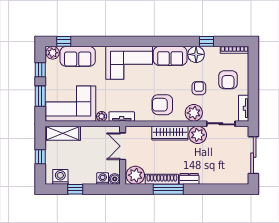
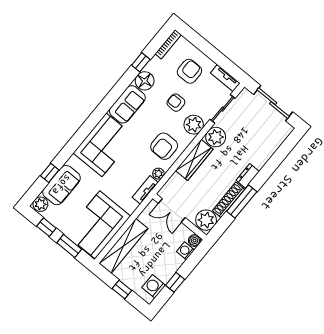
window: (64, 41) -> (50, 173), moved
armchair: (228, 80) -> (189, 71), turned -90
plant: (102, 116) -> (158, 174), moved
shelving: (63, 133) -> (123, 246), width x1.47

